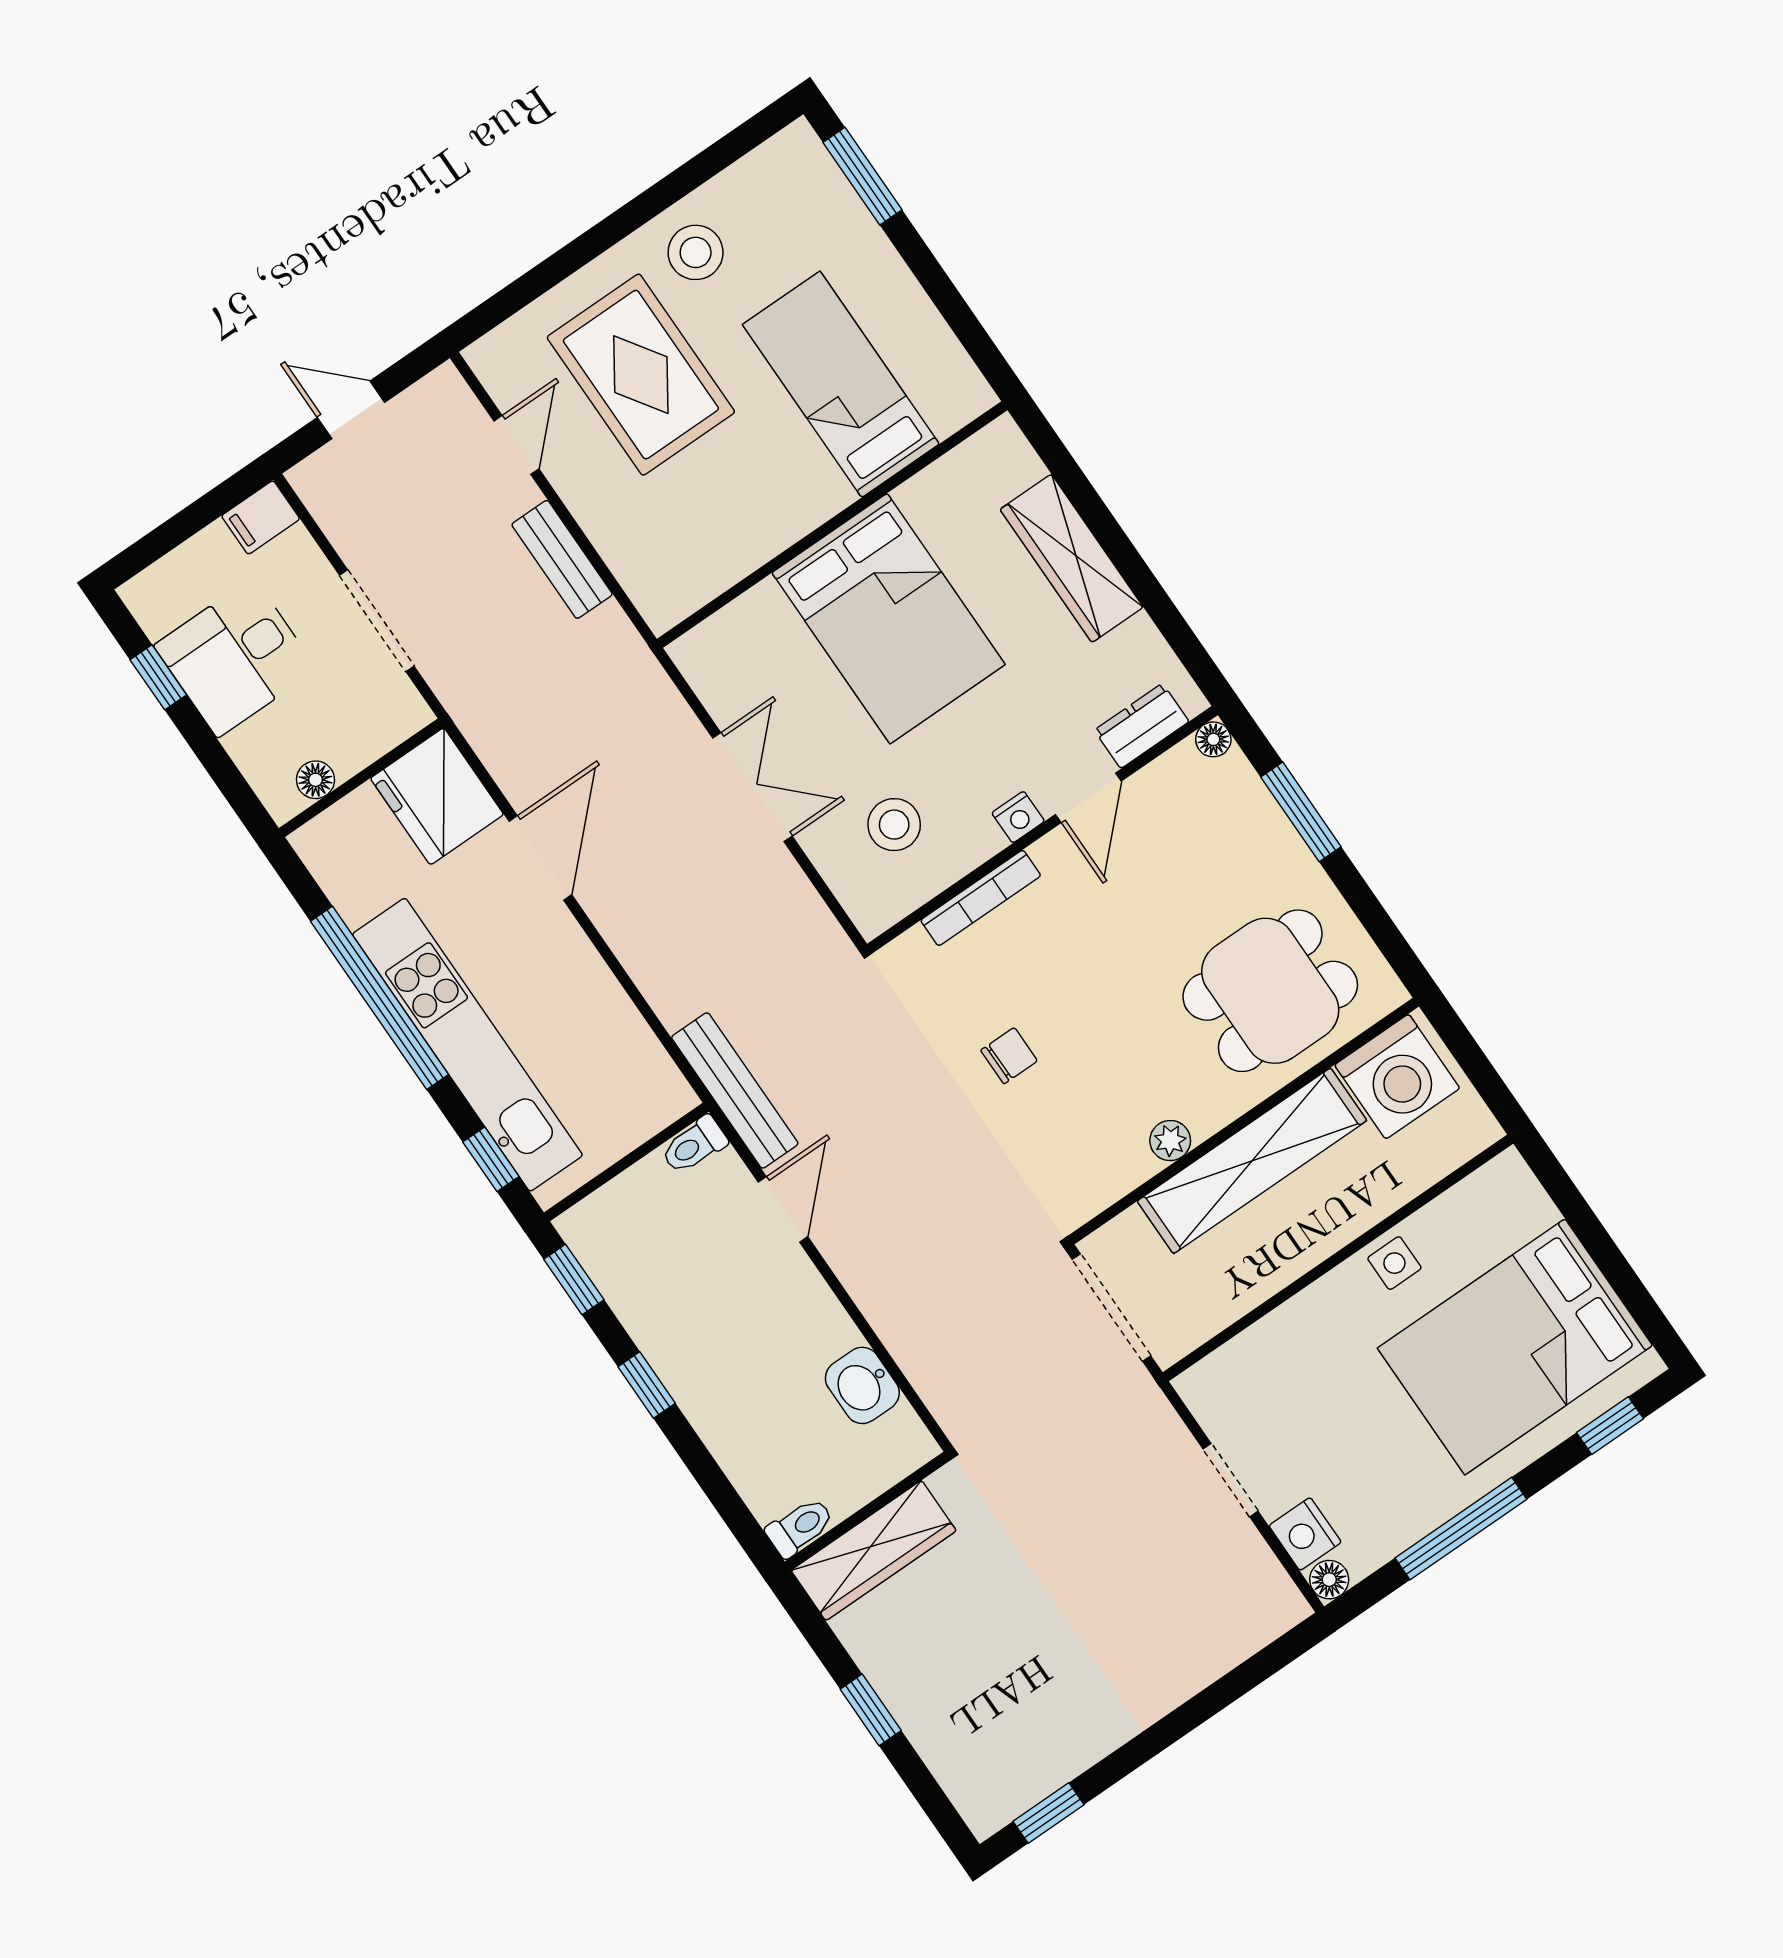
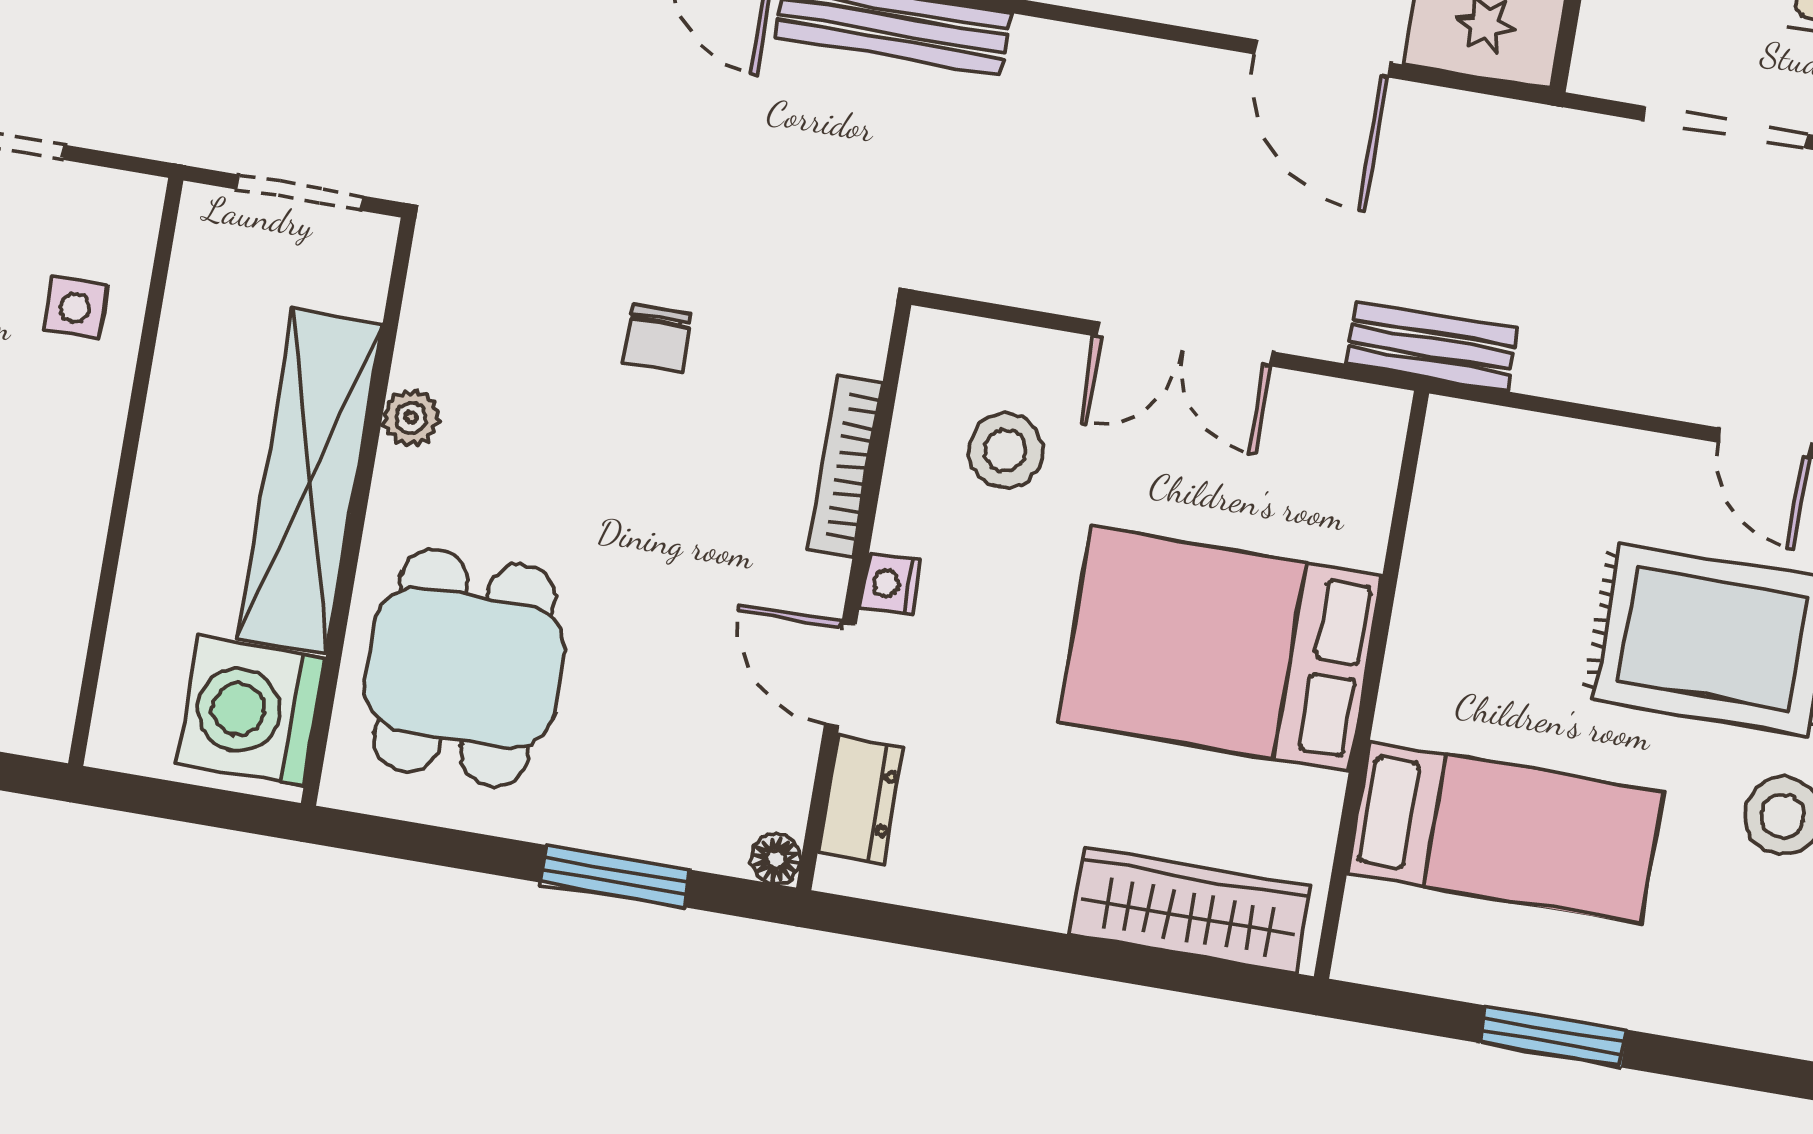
window: (862, 176) -> (1554, 1036), moved
wardrobe: (1072, 558) -> (1190, 910), moved
bench: (562, 559) -> (1431, 347), moved
side table: (1394, 1263) -> (75, 308), moved
doorway: (1112, 1308) -> (300, 193), width x0.73

